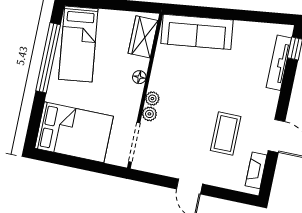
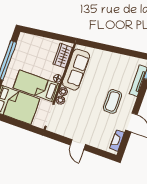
sofa: (197, 32) -> (76, 70), moved, turned -83
bed: (78, 44) -> (36, 86), moved, turned 97
coffee table: (226, 134) -> (113, 101), moved

